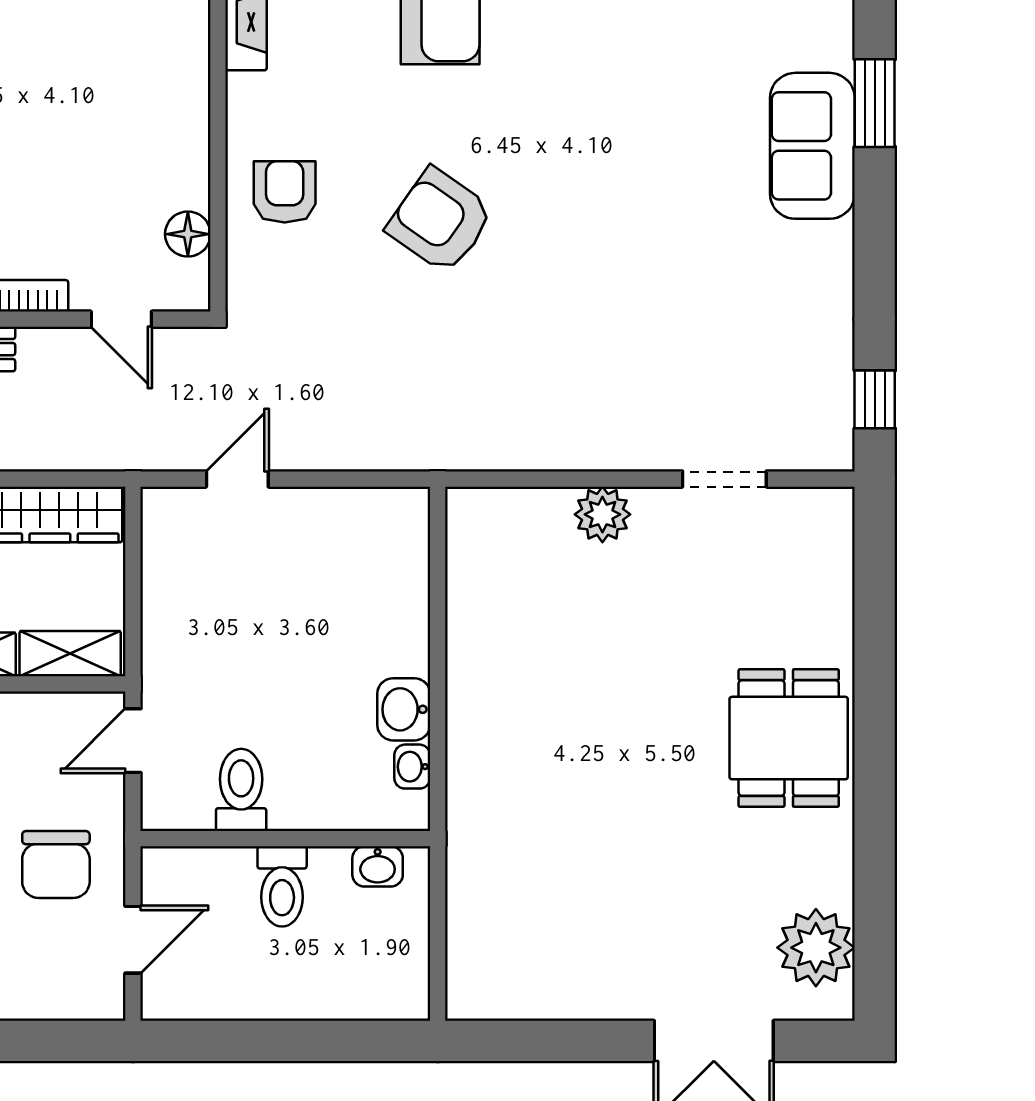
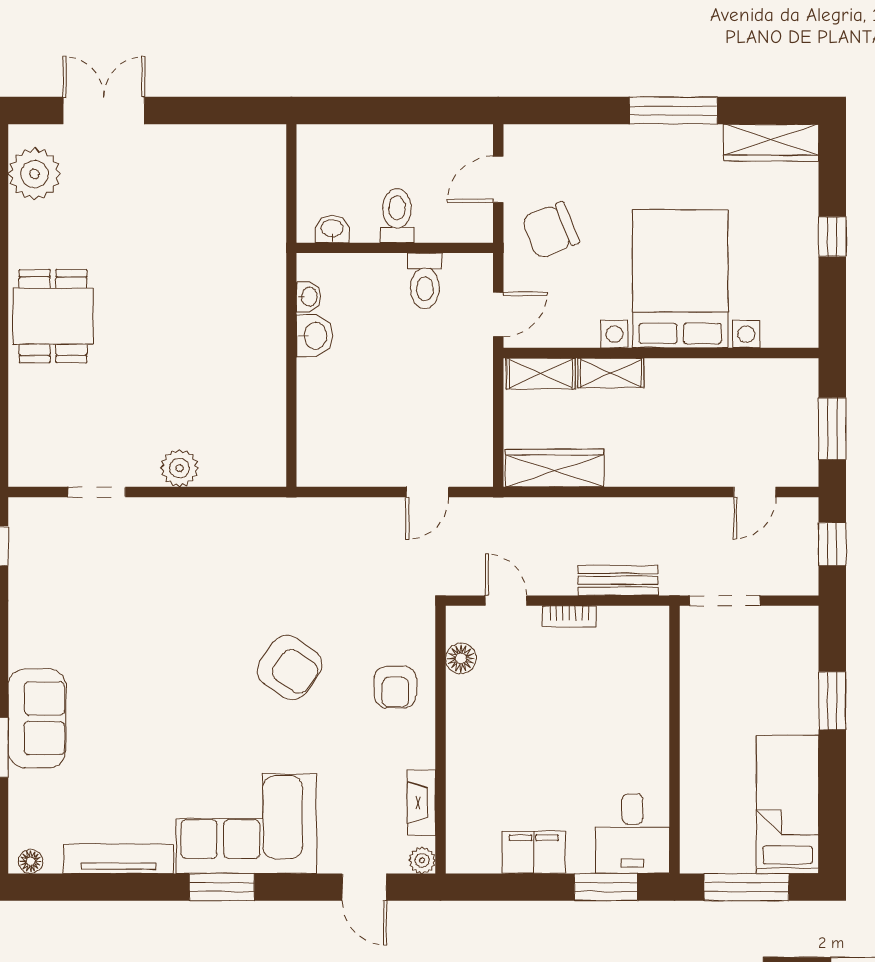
chair: (56, 865) -> (551, 230), turned -112

